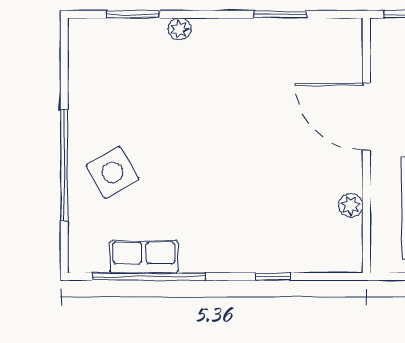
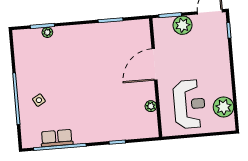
plant: (179, 29) -> (47, 32), moved
door: (366, 117) -> (155, 64), hinge flipped
side table: (112, 173) -> (39, 100), width x0.54, depth x0.54

